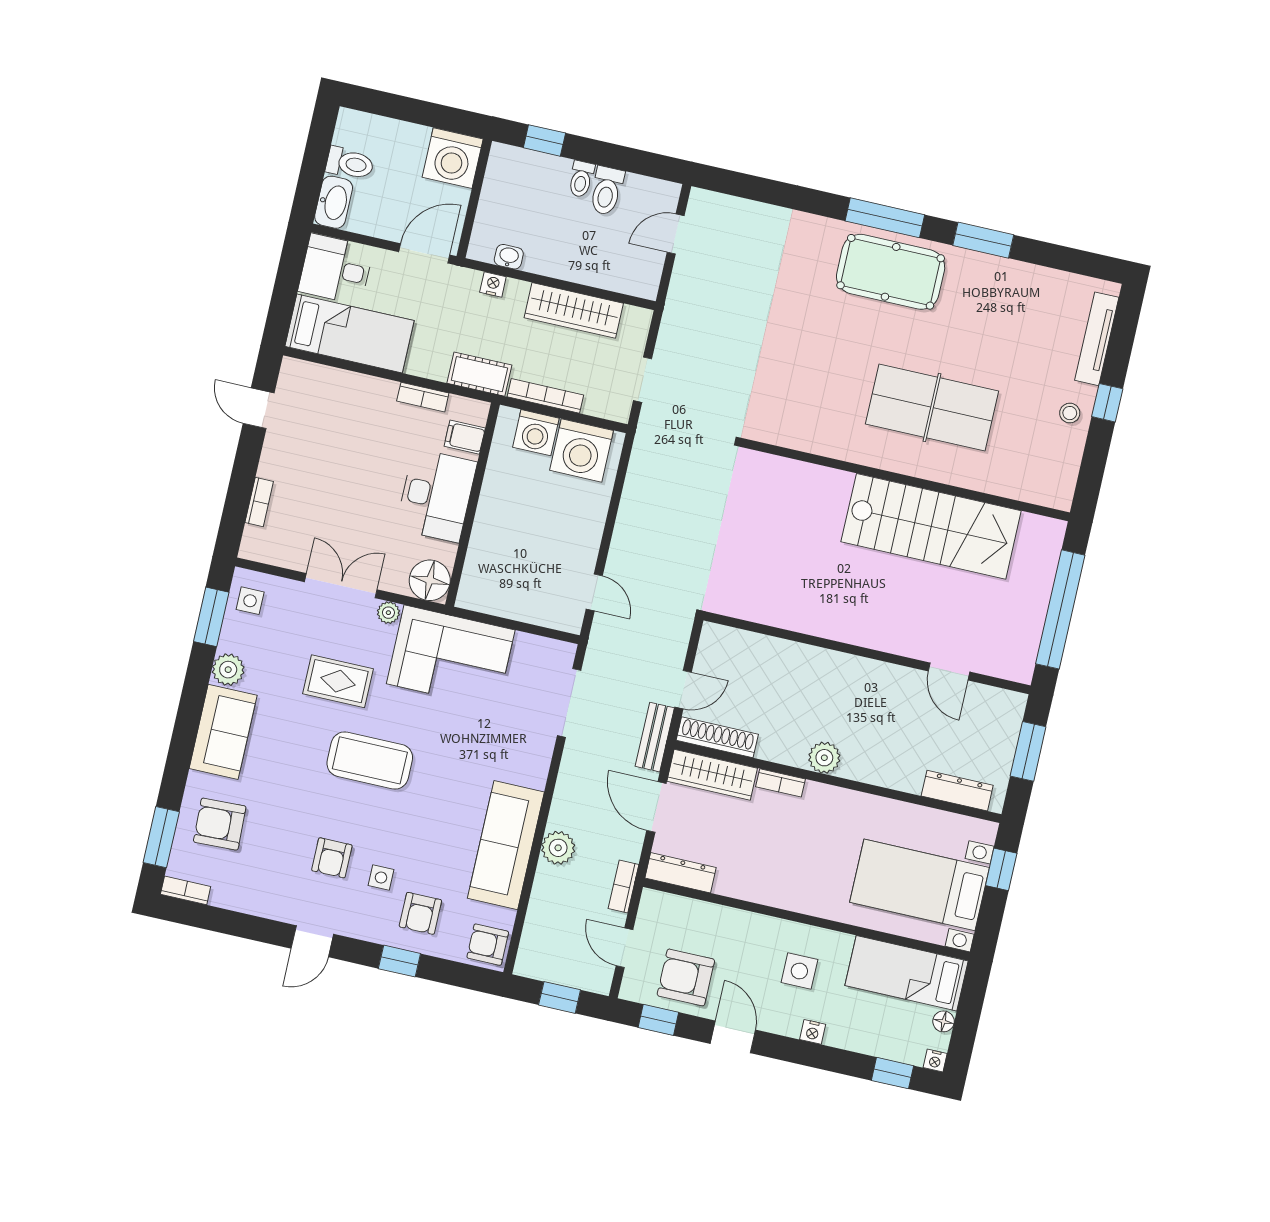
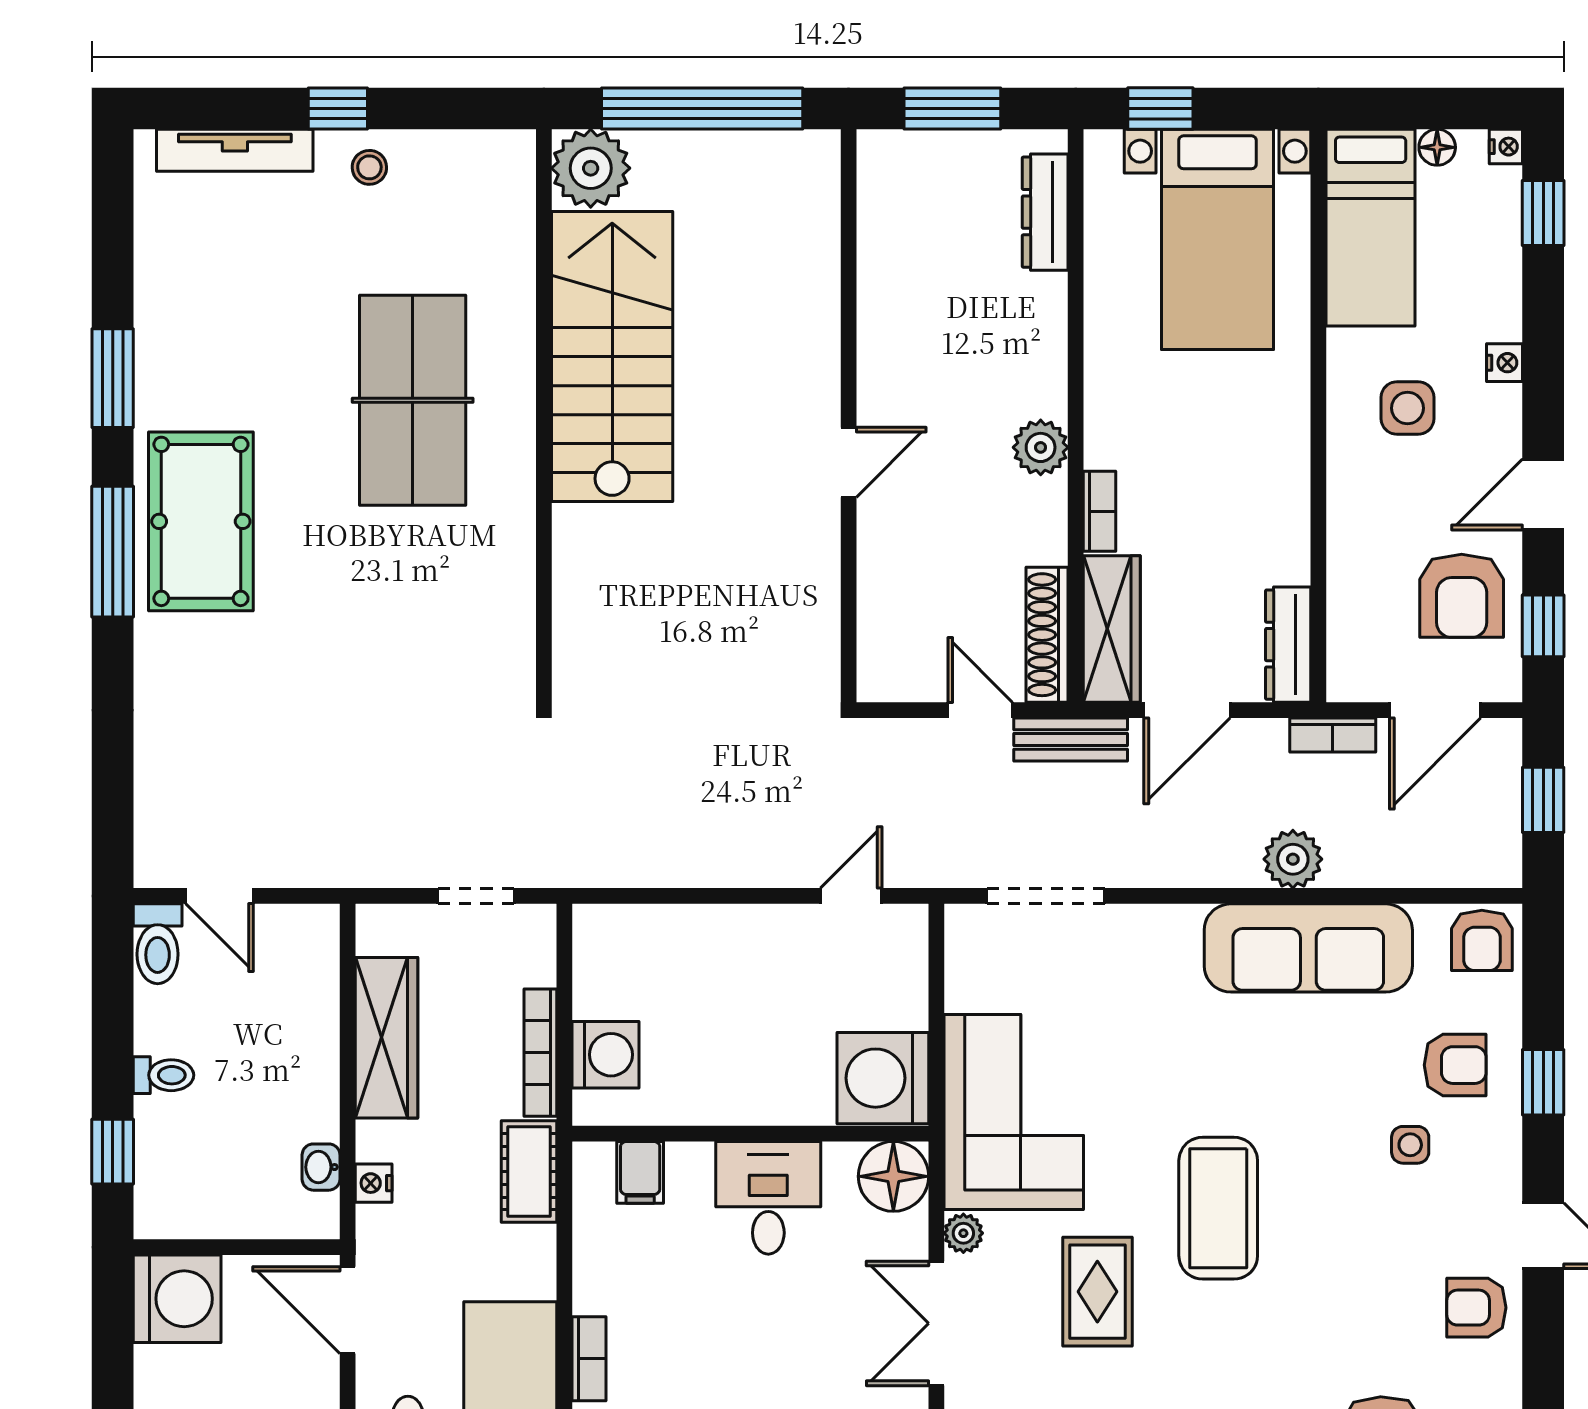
toilet: (607, 191) -> (158, 944), moved, turned 90
bookcase: (423, 397) -> (589, 1359), moved
washing machine: (582, 450) -> (883, 1078), moved, turned 180
desk: (436, 495) -> (768, 1198), width x0.73
plant: (1041, 538) -> (591, 168), added
door: (949, 671) -> (849, 462), moved
armchair: (332, 858) -> (1476, 1308), moved, turned 180
door: (624, 948) -> (1435, 710), width x1.38

